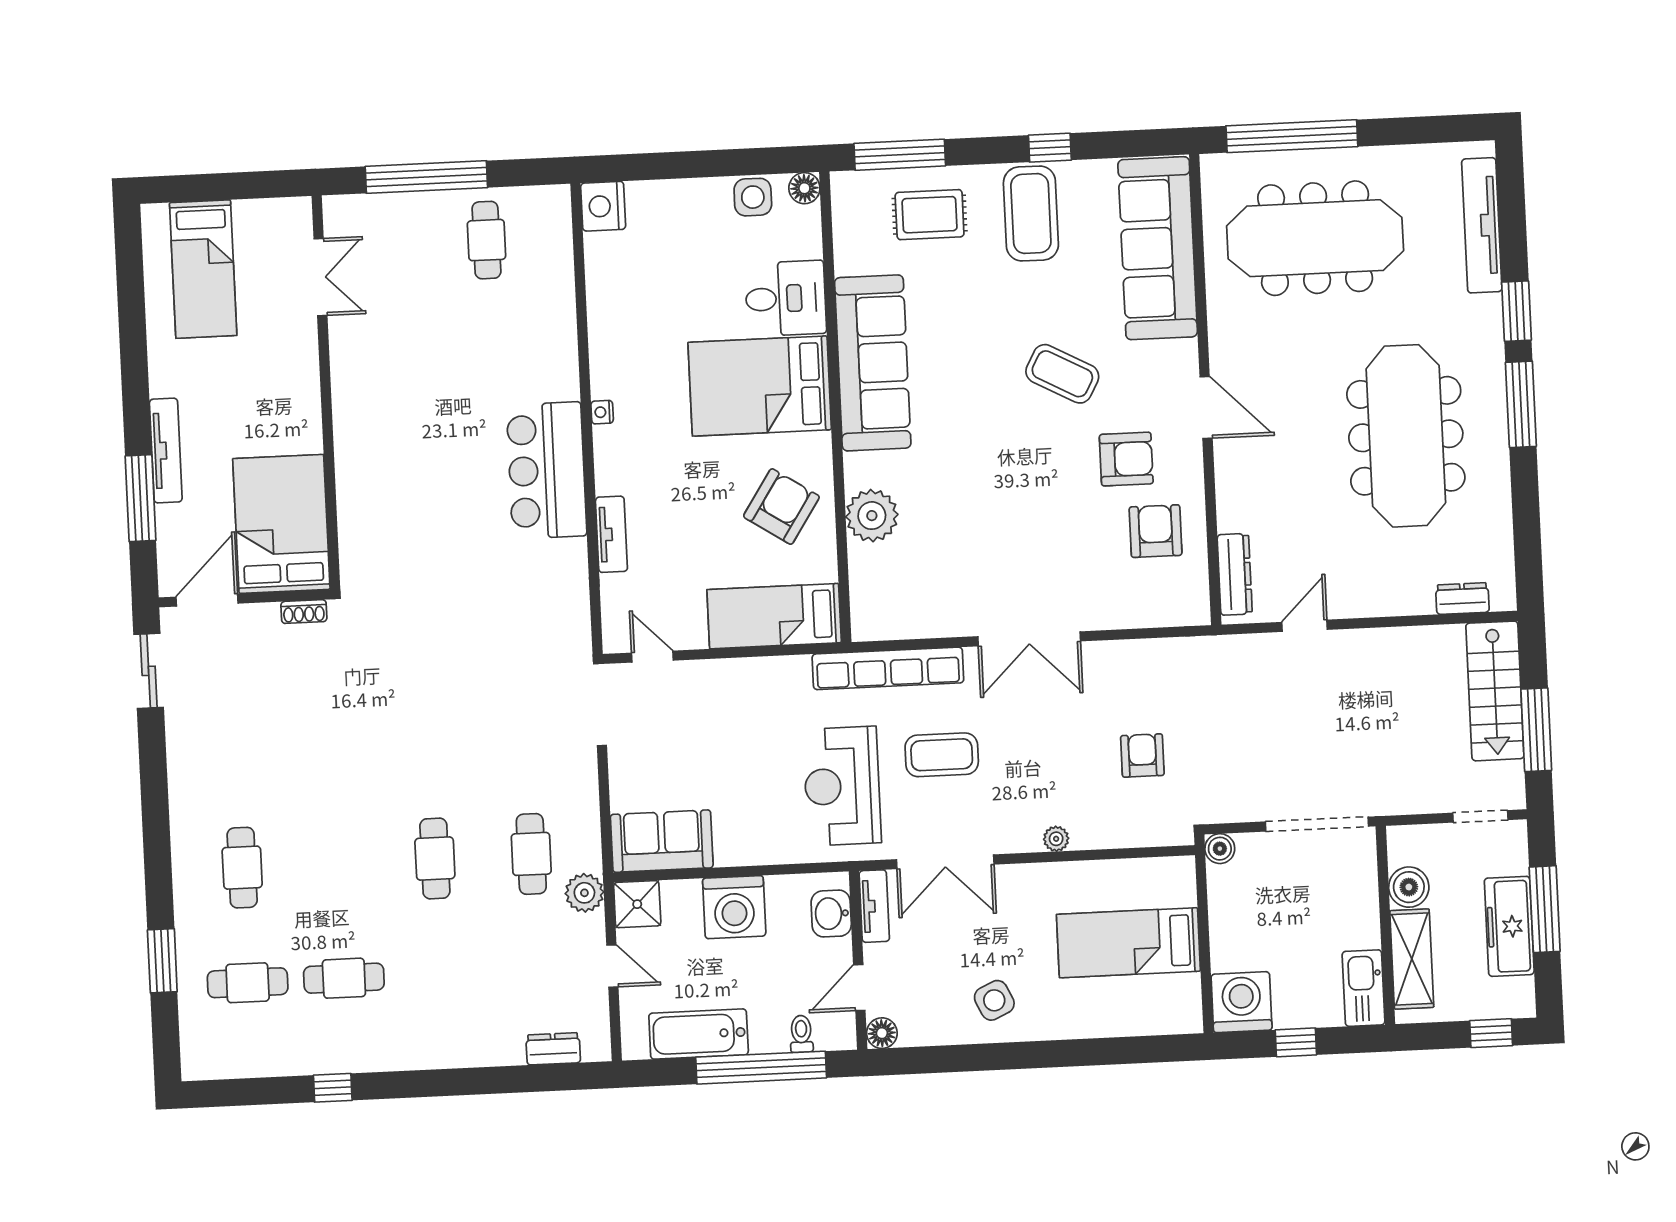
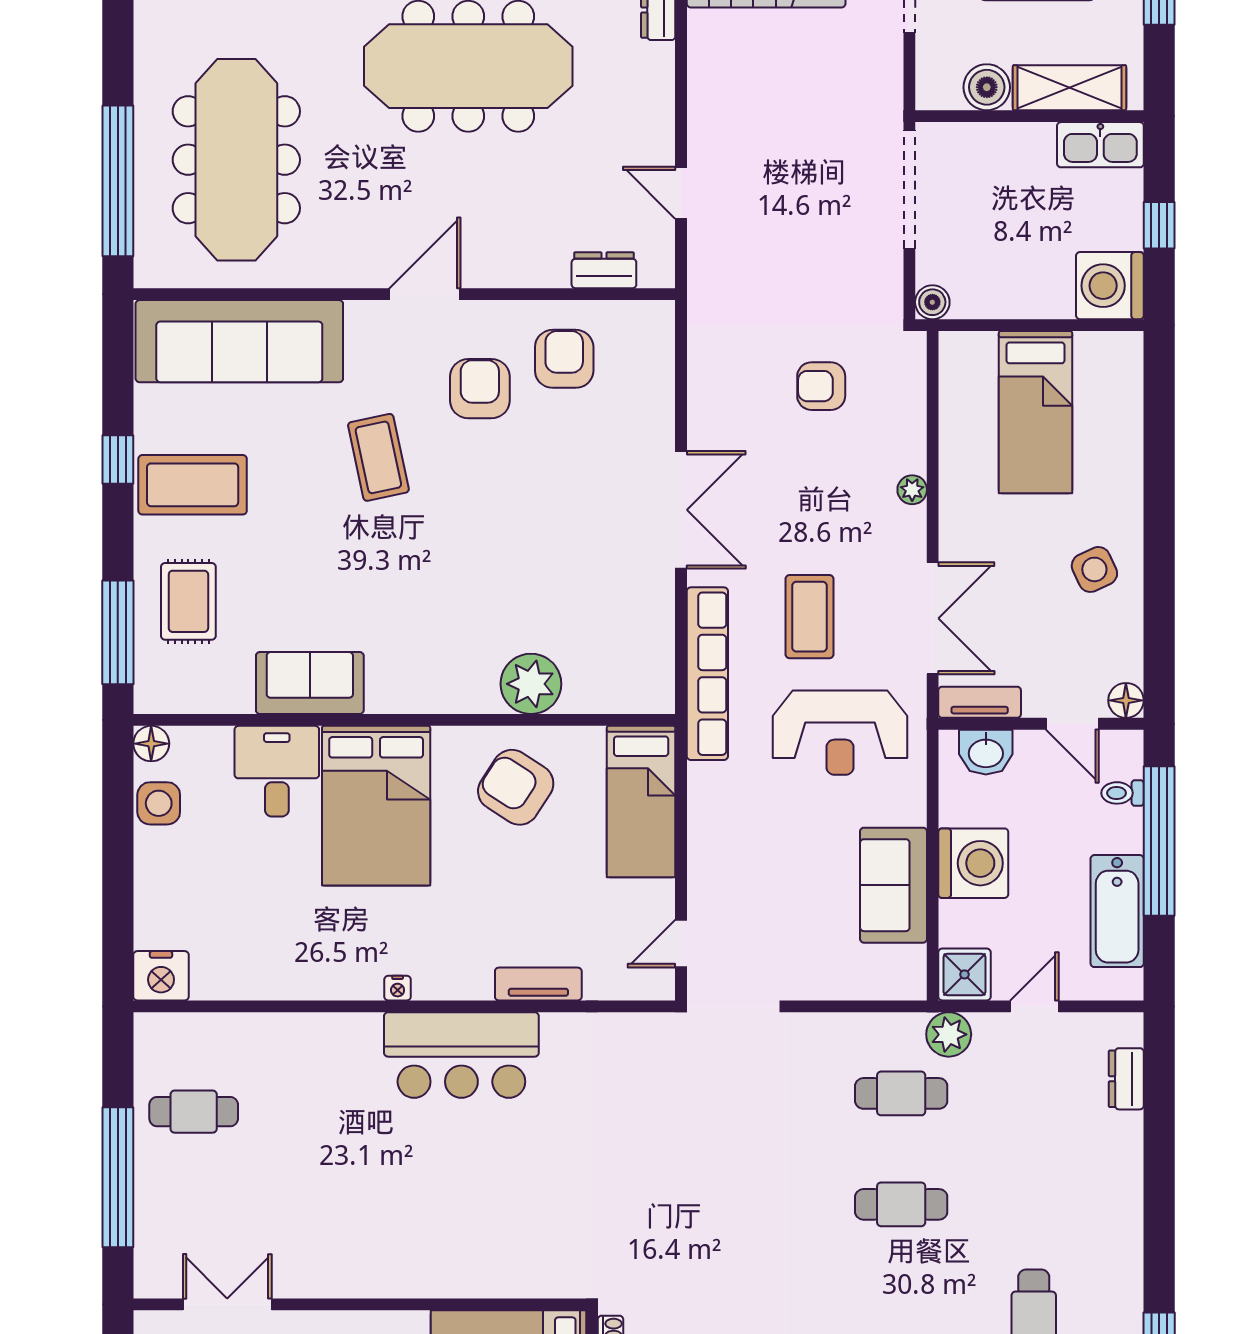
sofa: (873, 363) -> (310, 683), width x0.54, depth x0.79
coffee table: (1062, 374) -> (378, 457), turned -40
armchair: (1156, 531) -> (564, 359), turned 90
dresser: (1235, 574) -> (604, 270), width x0.70
sofa: (662, 841) -> (893, 885), moved

